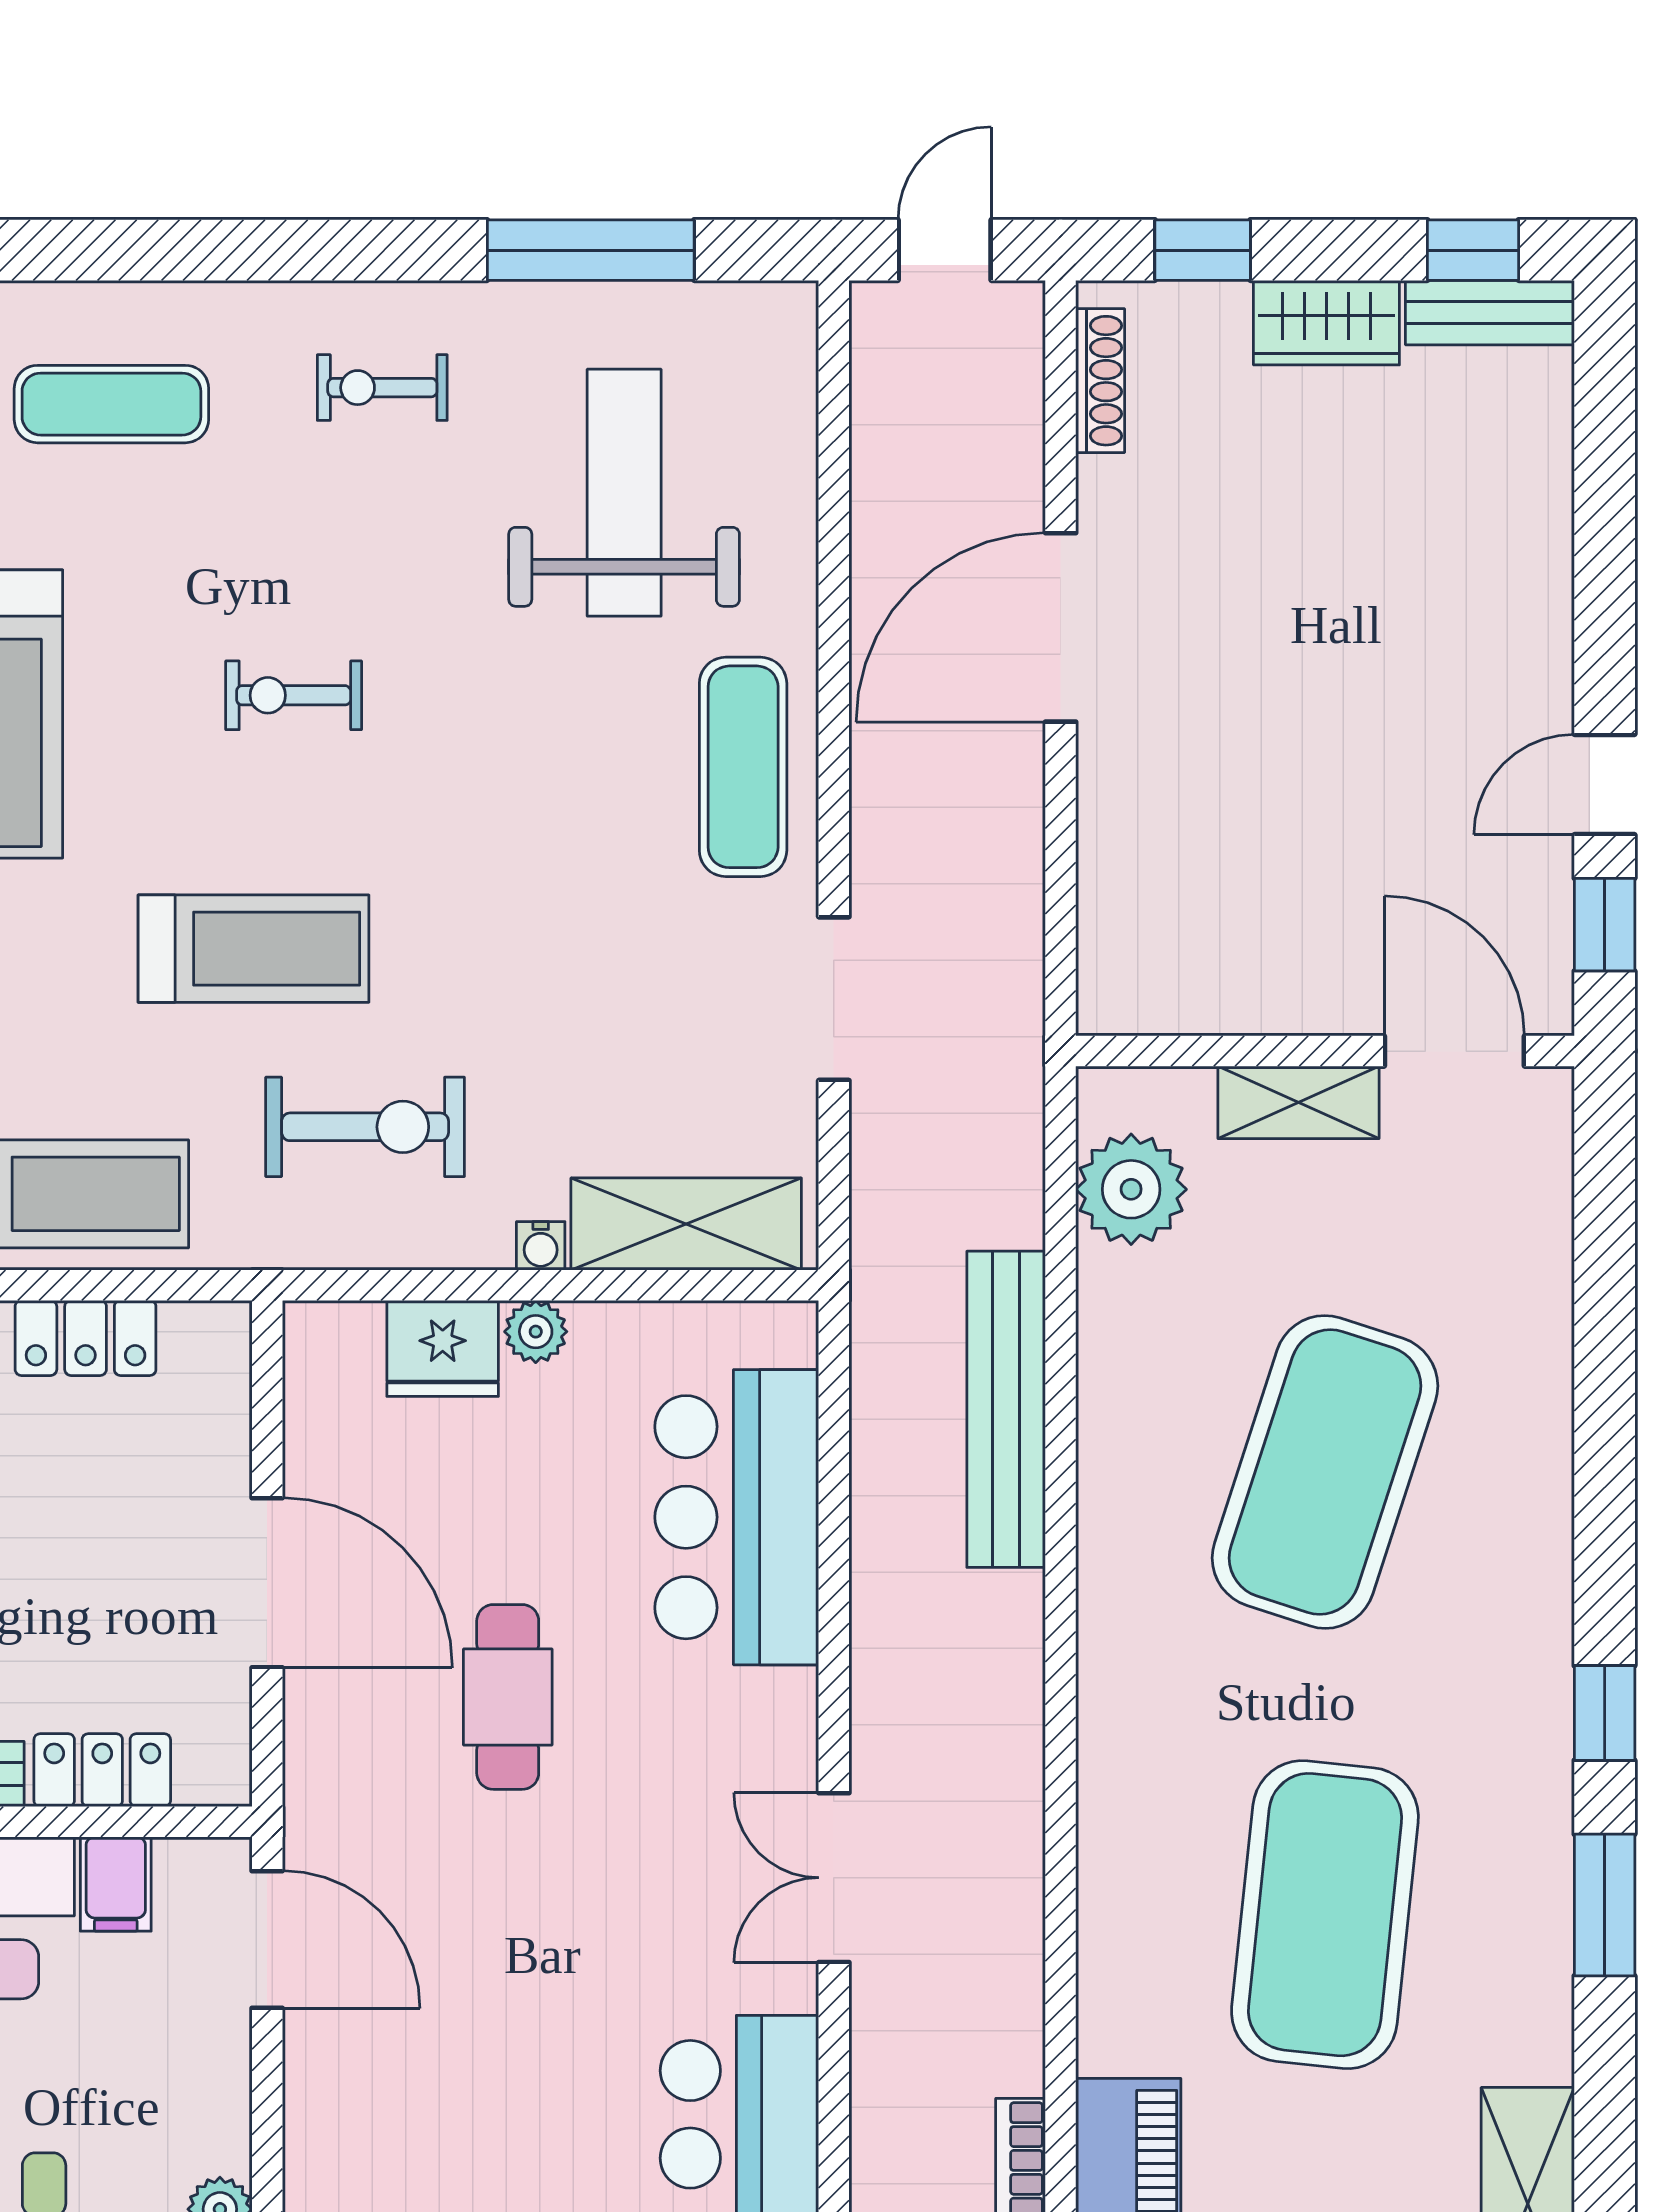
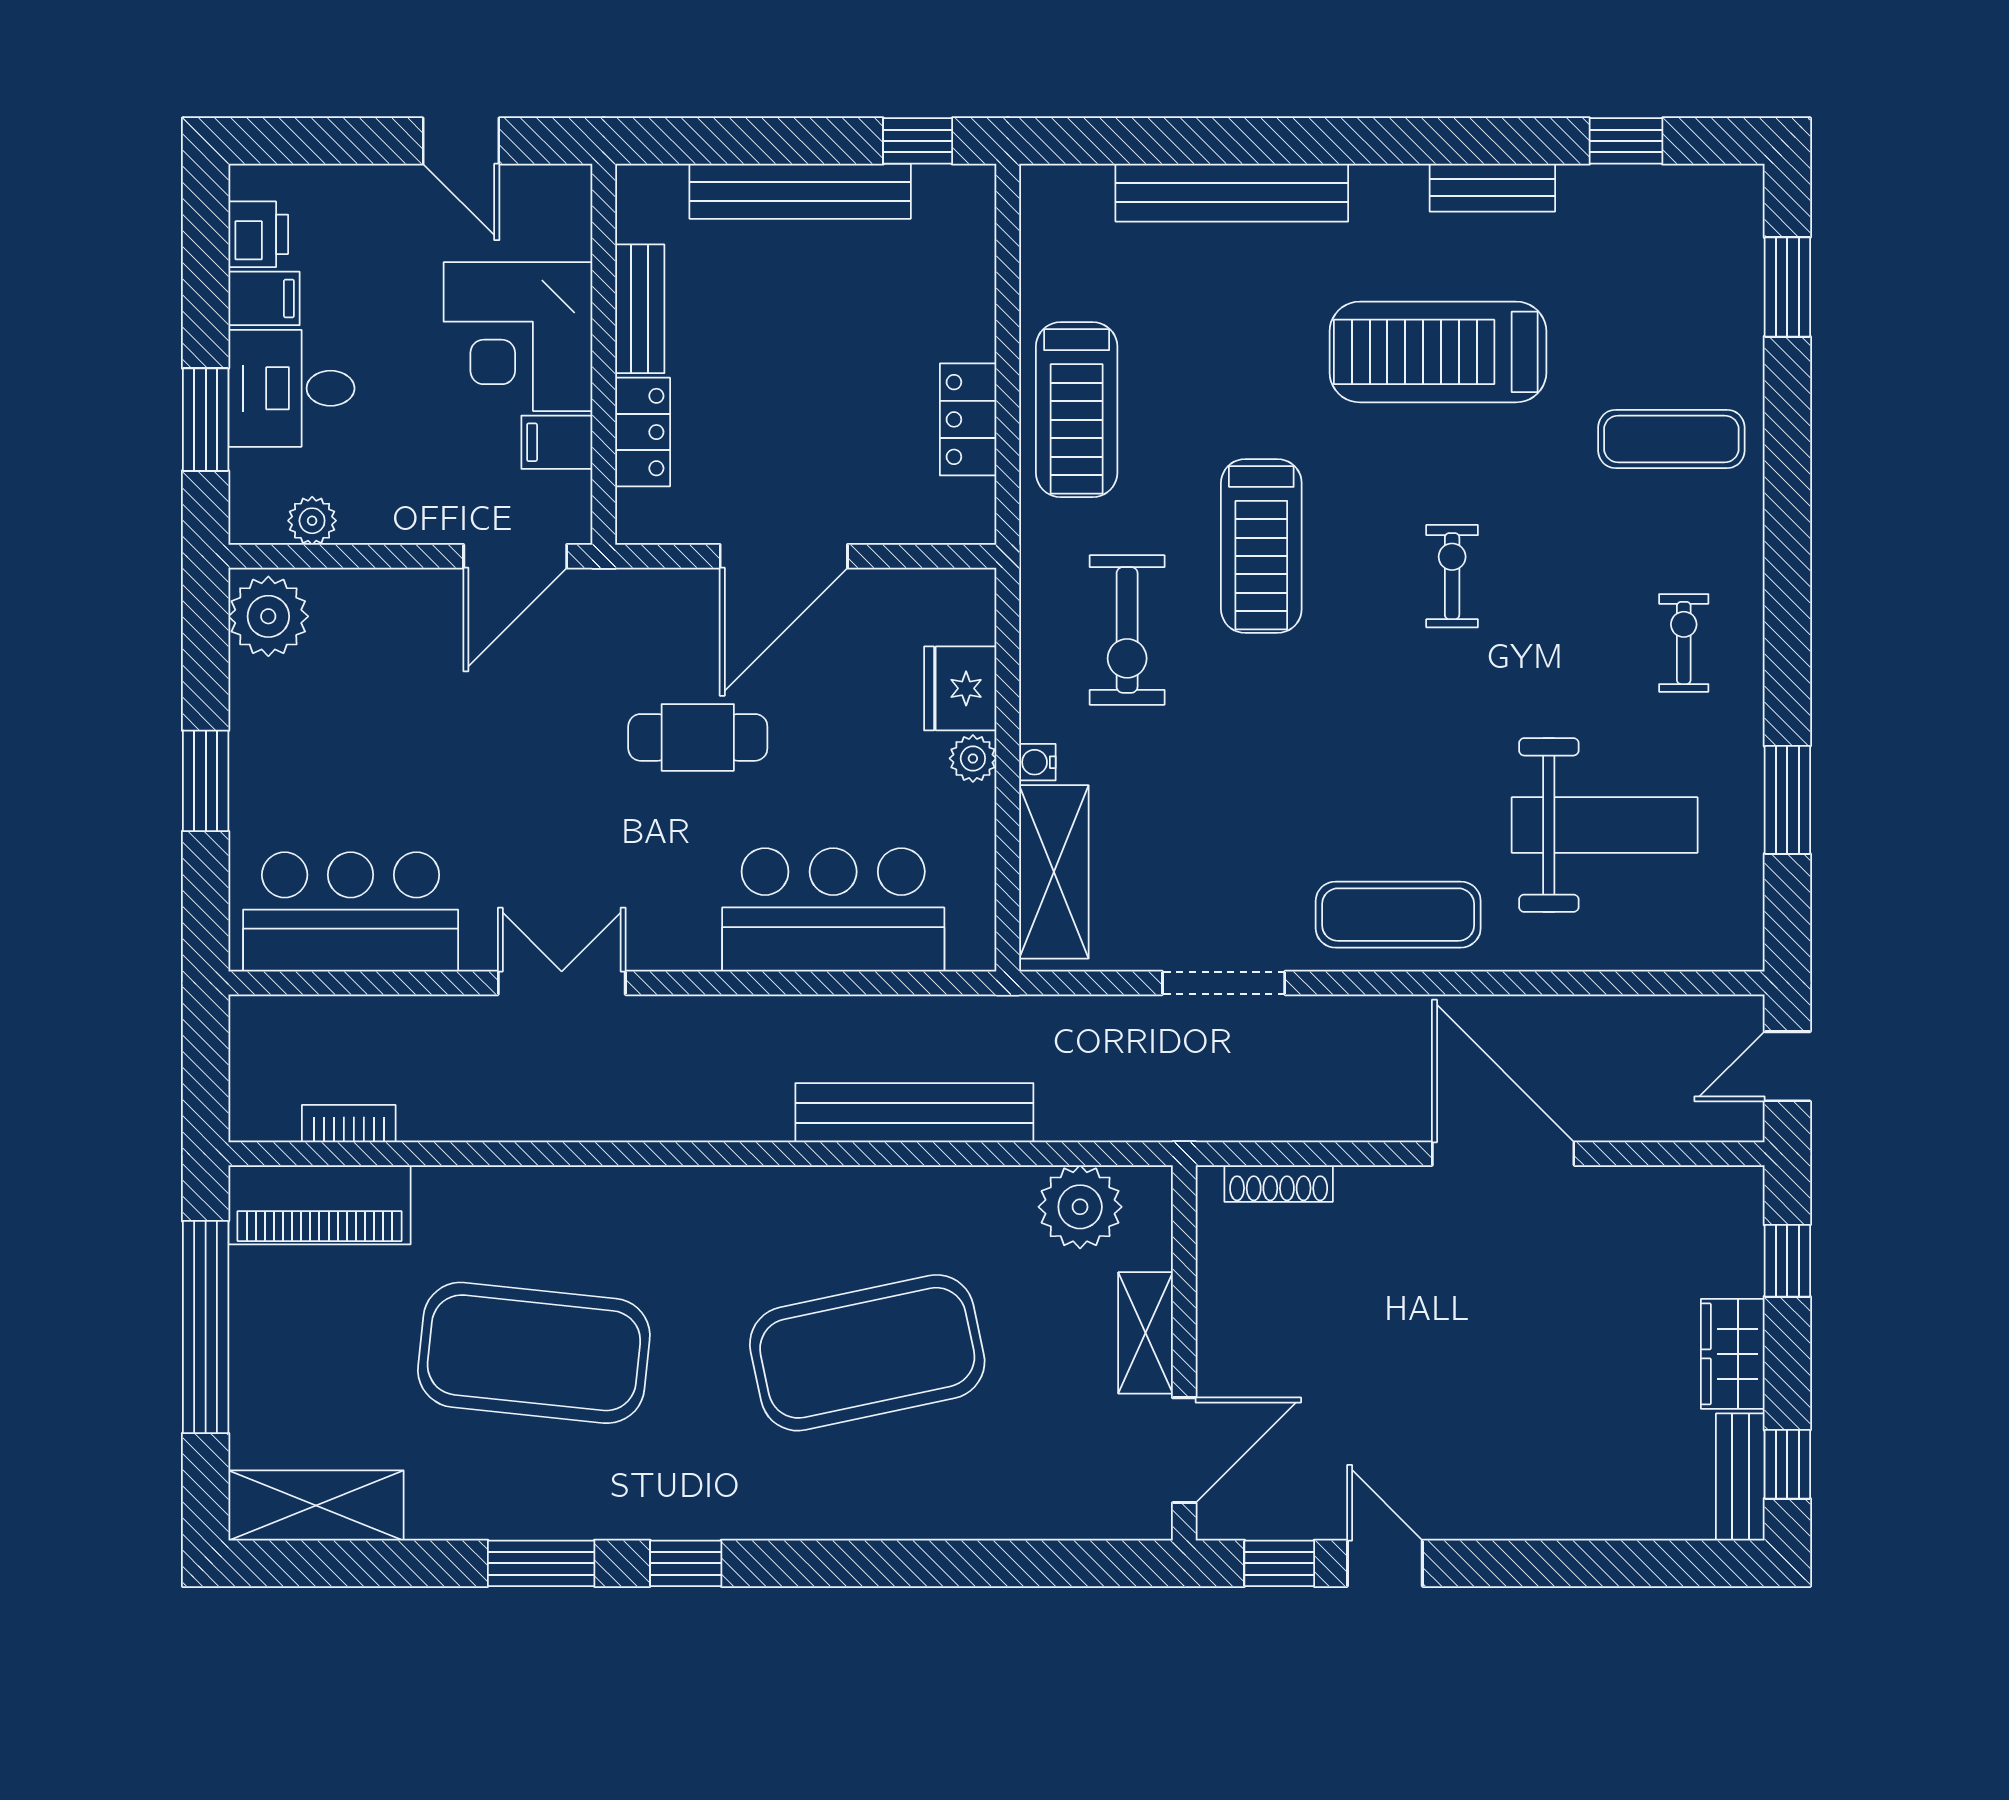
window: (591, 250) -> (1787, 800), width x0.69
door: (945, 250) -> (1787, 1066), swing flipped
shoe rack: (1100, 381) -> (1279, 1183), moved
exercise mat: (111, 404) -> (1671, 439), turned 90
exercise mat: (1325, 1472) -> (867, 1353), turned -30

